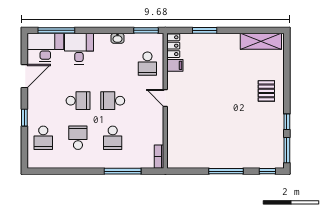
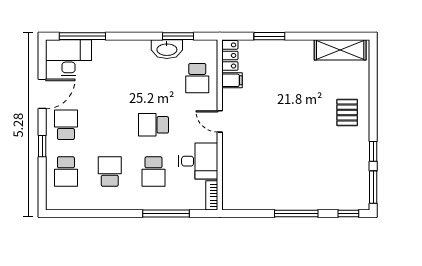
window: (146, 30) -> (178, 36), moved
washbasin: (118, 38) -> (167, 49), width x1.91, depth x1.45
desk: (79, 49) -> (198, 161), moved, turned 90
school desk: (78, 101) -> (66, 125), moved, turned -90

